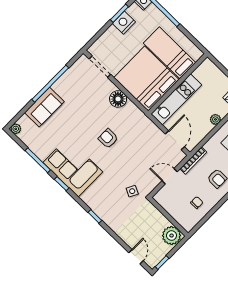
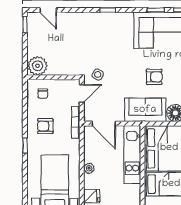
sofa: (137, 122) -> (145, 110), added
side table: (132, 191) -> (98, 75), moved
wall: (168, 217) -> (53, 77), moved
plant: (172, 236) -> (38, 66), moved

